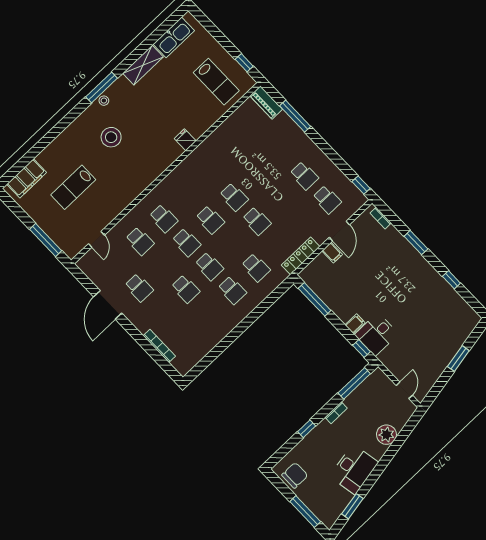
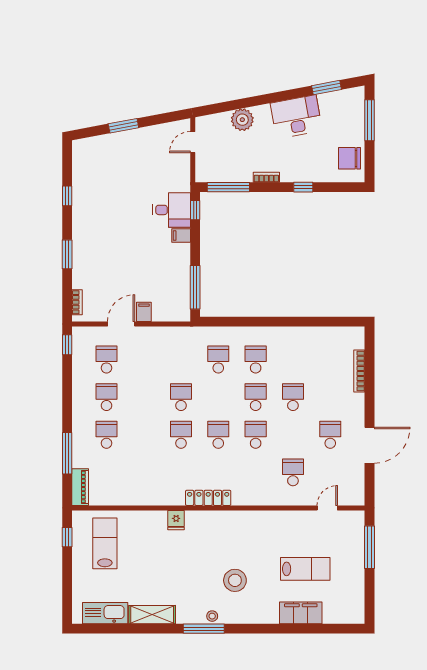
filing cabinet: (27, 178) -> (301, 613), moved
school desk: (164, 218) -> (106, 435), moved
locker: (301, 256) -> (208, 498), moved, turned 180

